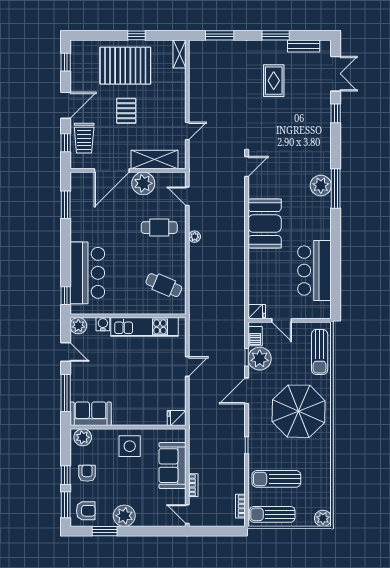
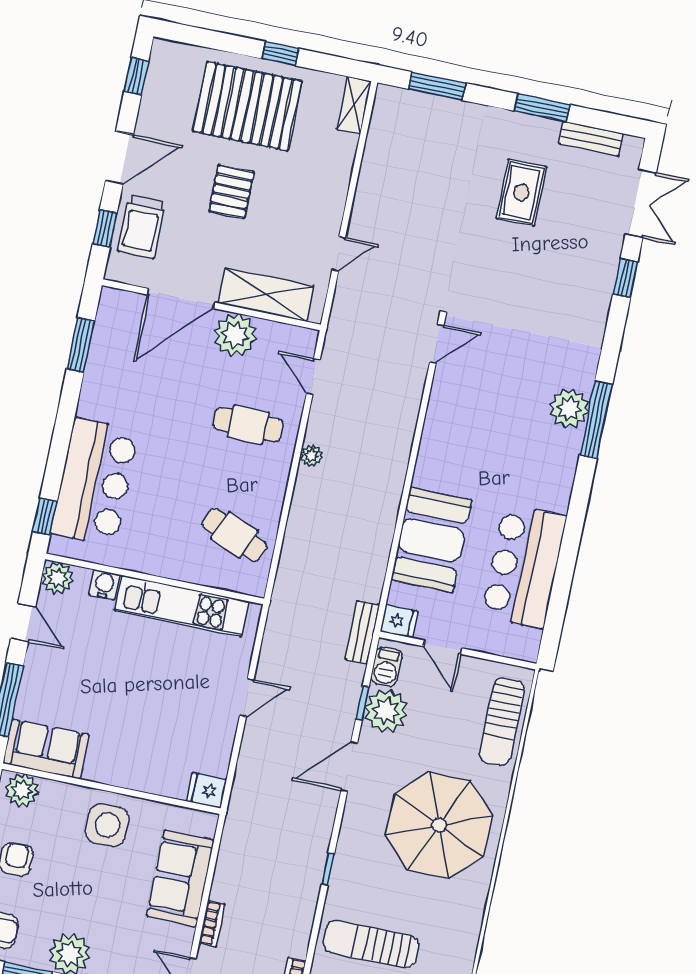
booth: (265, 224) -> (431, 540), moved
bench: (239, 321) -> (362, 632), added

